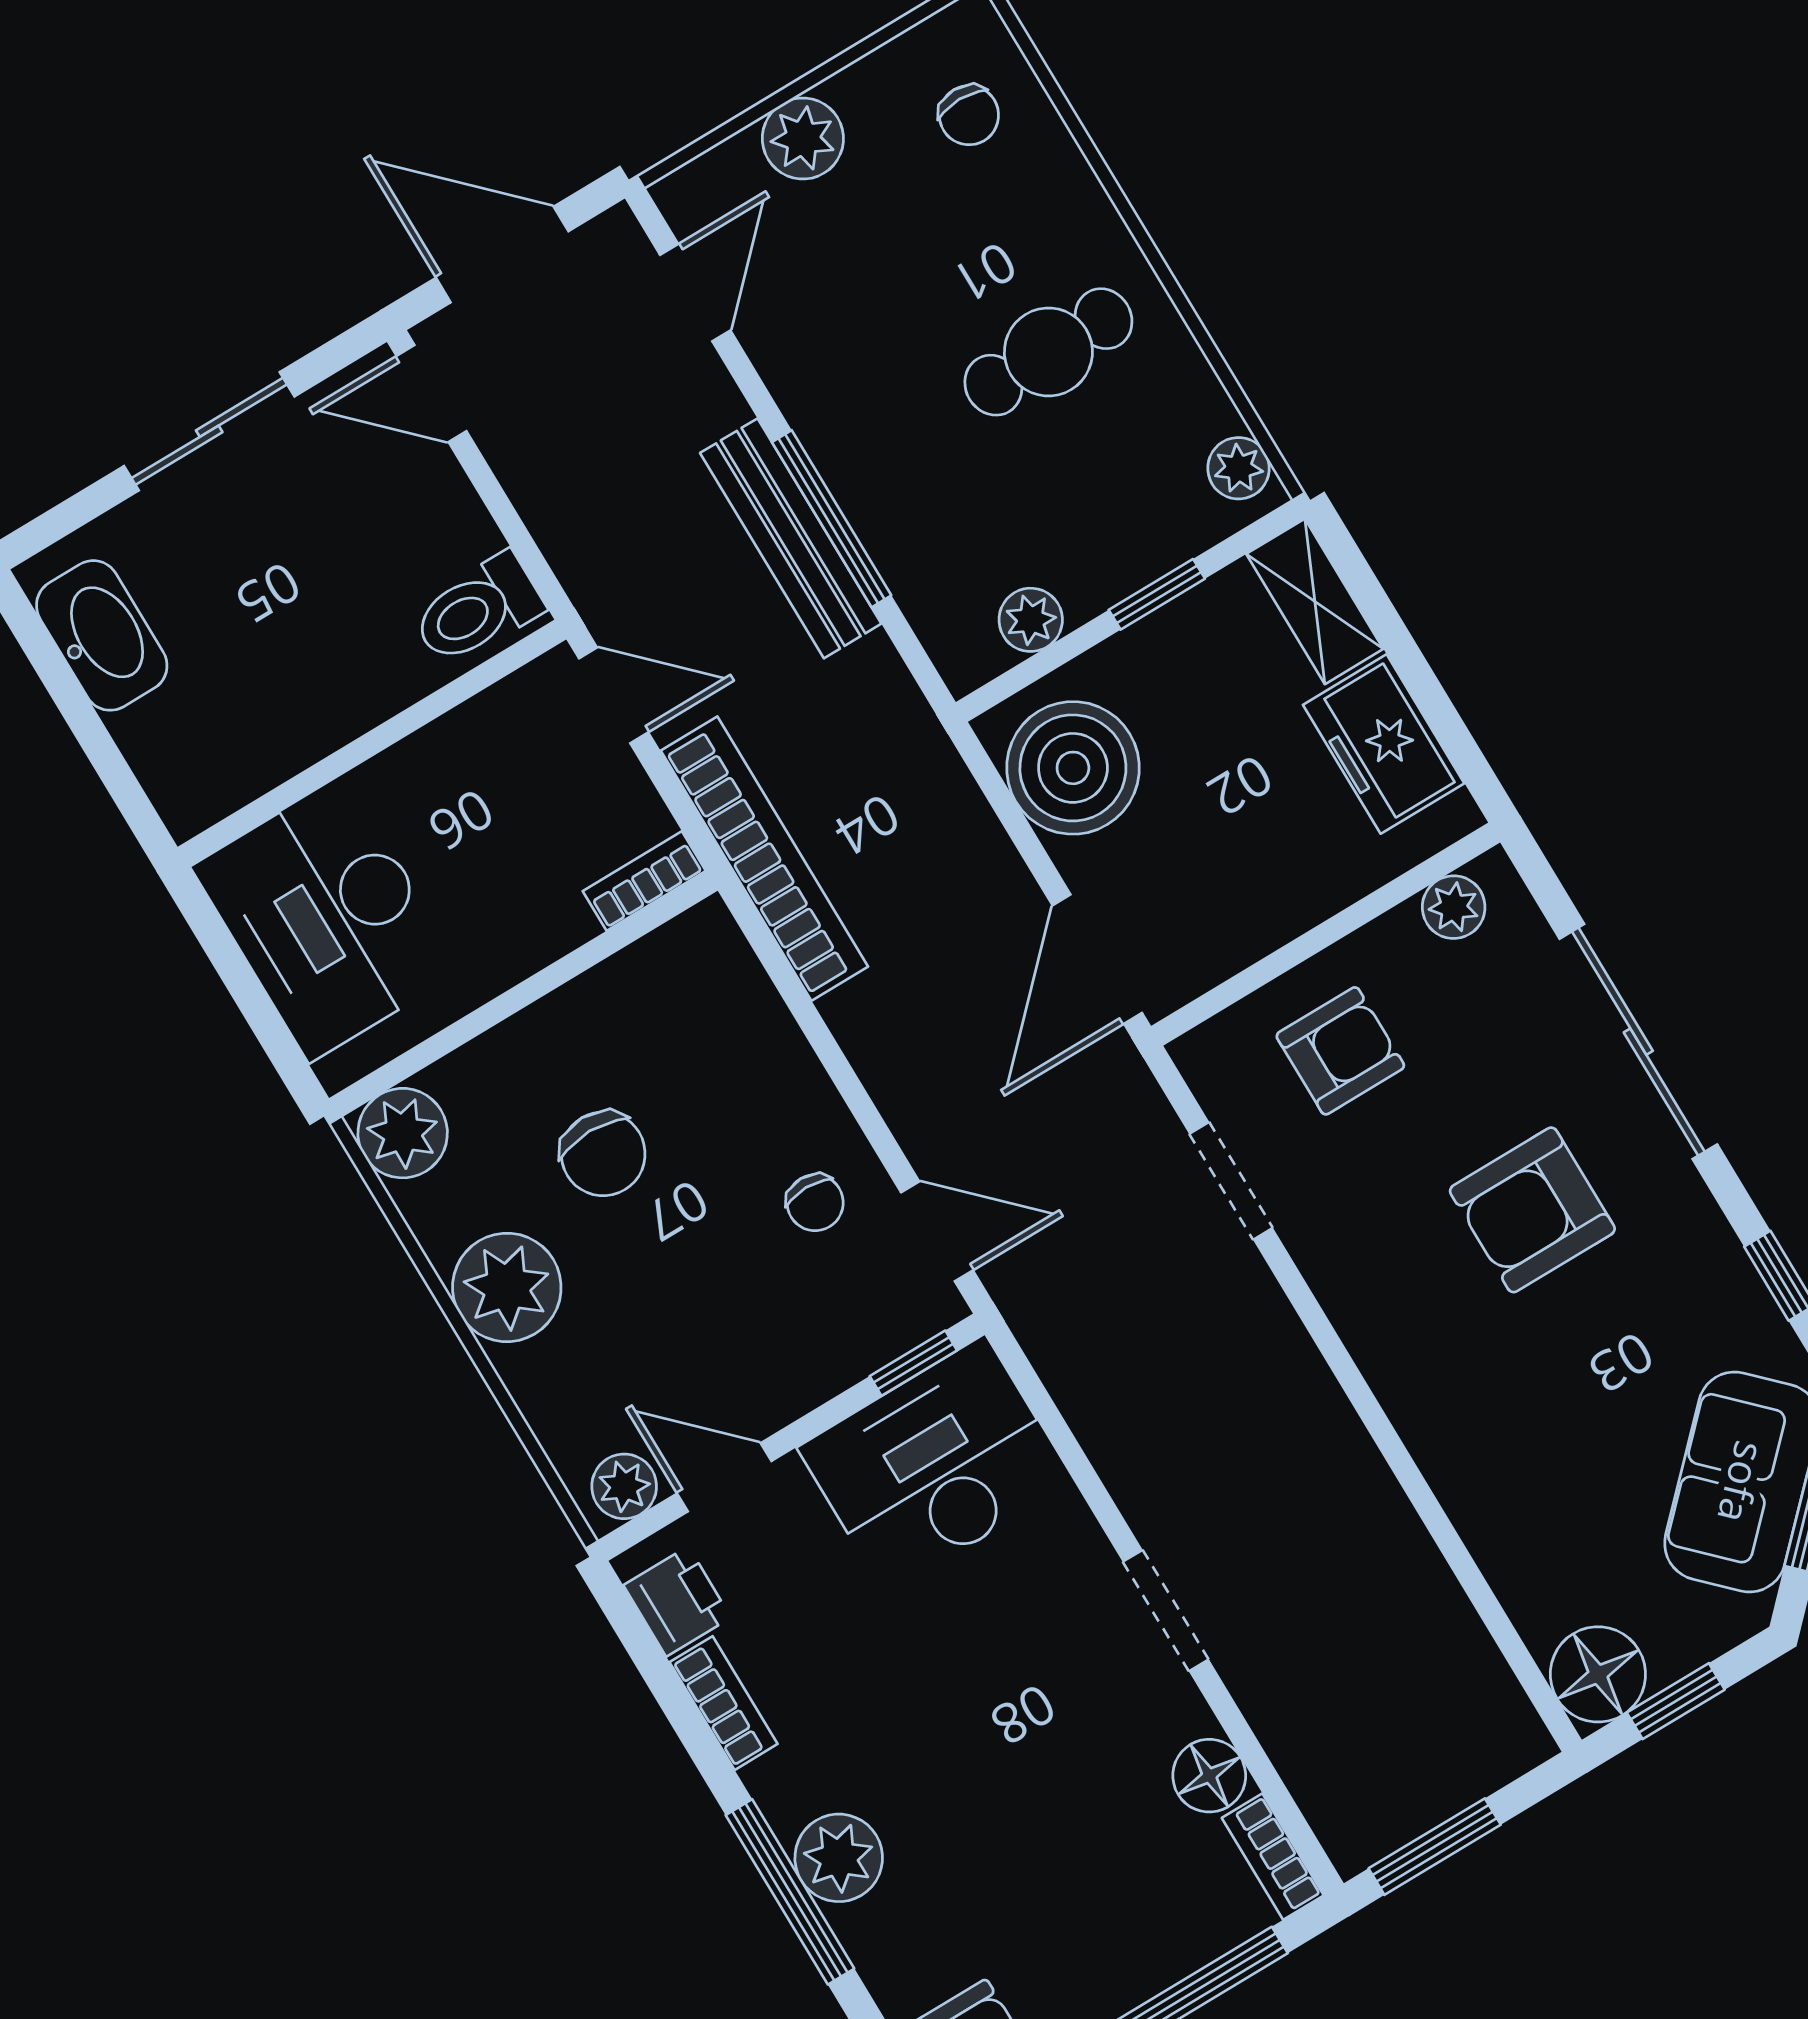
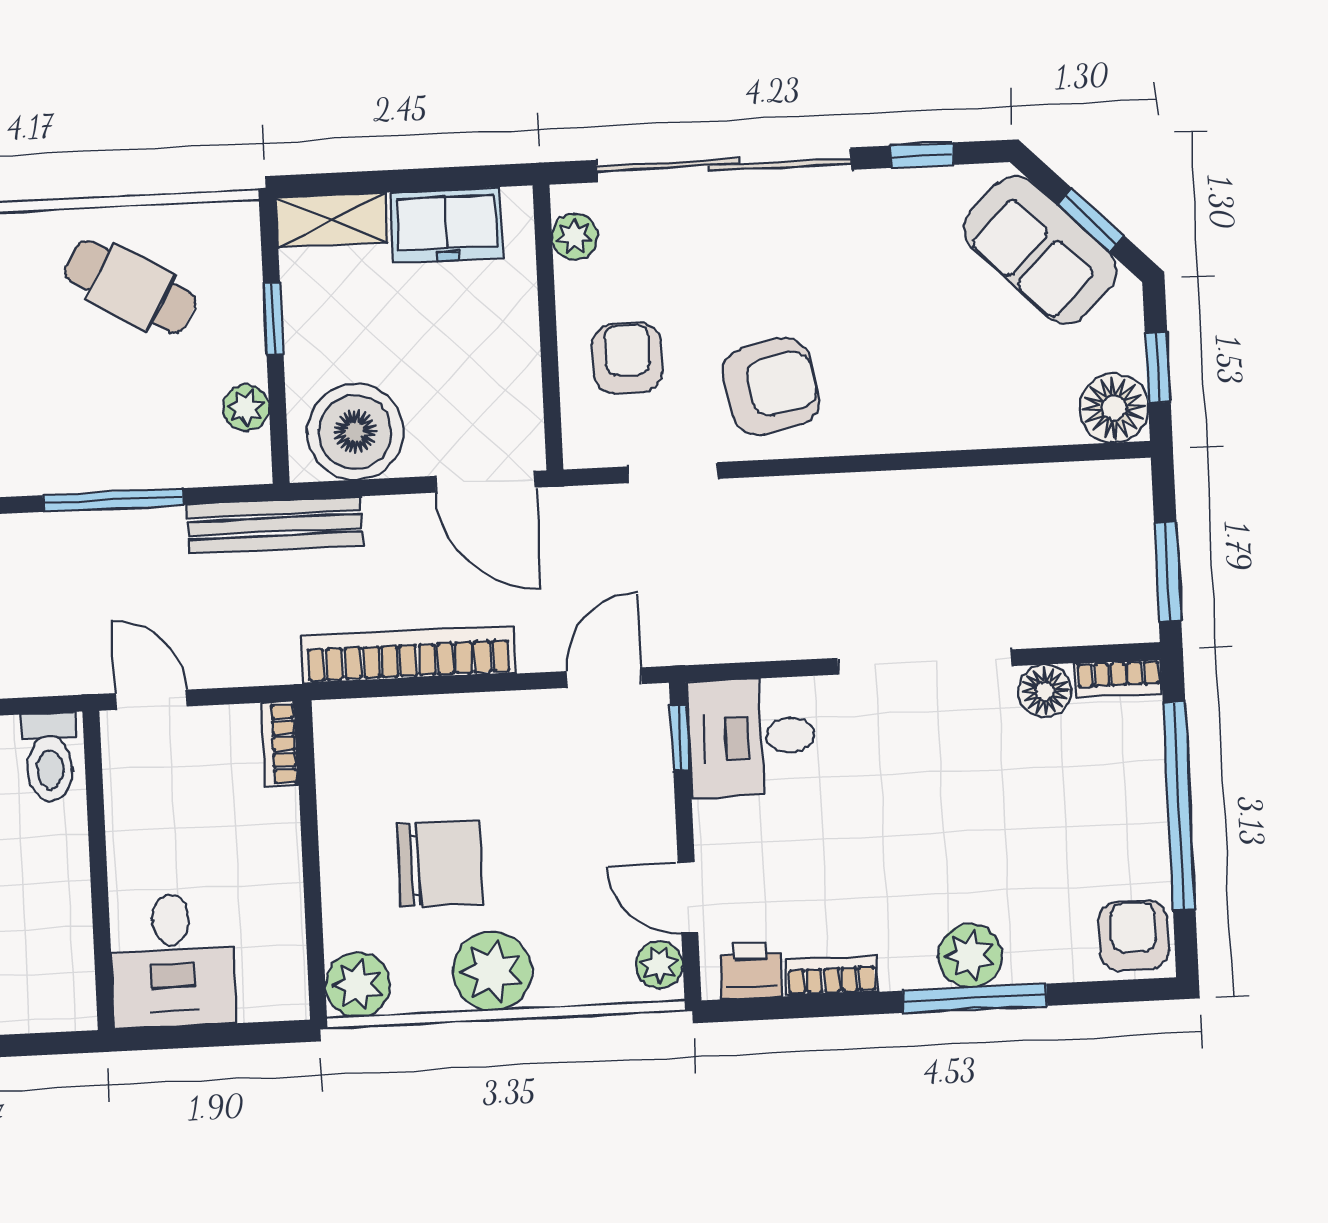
cafe table: (1048, 352) -> (130, 287), moved, turned -60
plant: (1239, 468) -> (221, 223), removed
bench: (791, 538) -> (274, 525), moved
door: (614, 695) -> (151, 700), hinge flipped
bookcase: (764, 859) -> (408, 655), moved
desk: (327, 919) -> (172, 961), width x0.73
sliding door: (1638, 1042) -> (724, 165), width x1.36
chair: (603, 1154) -> (440, 864), width x1.37, depth x1.37
chair: (815, 1203) -> (544, 745), removed
armchair: (1532, 1210) -> (771, 387), moved, turned -102
desk: (935, 1465) -> (751, 737), width x0.73
door: (724, 1477) -> (688, 898), hinge flipped
doorway: (1166, 1611) -> (925, 662), width x1.87

